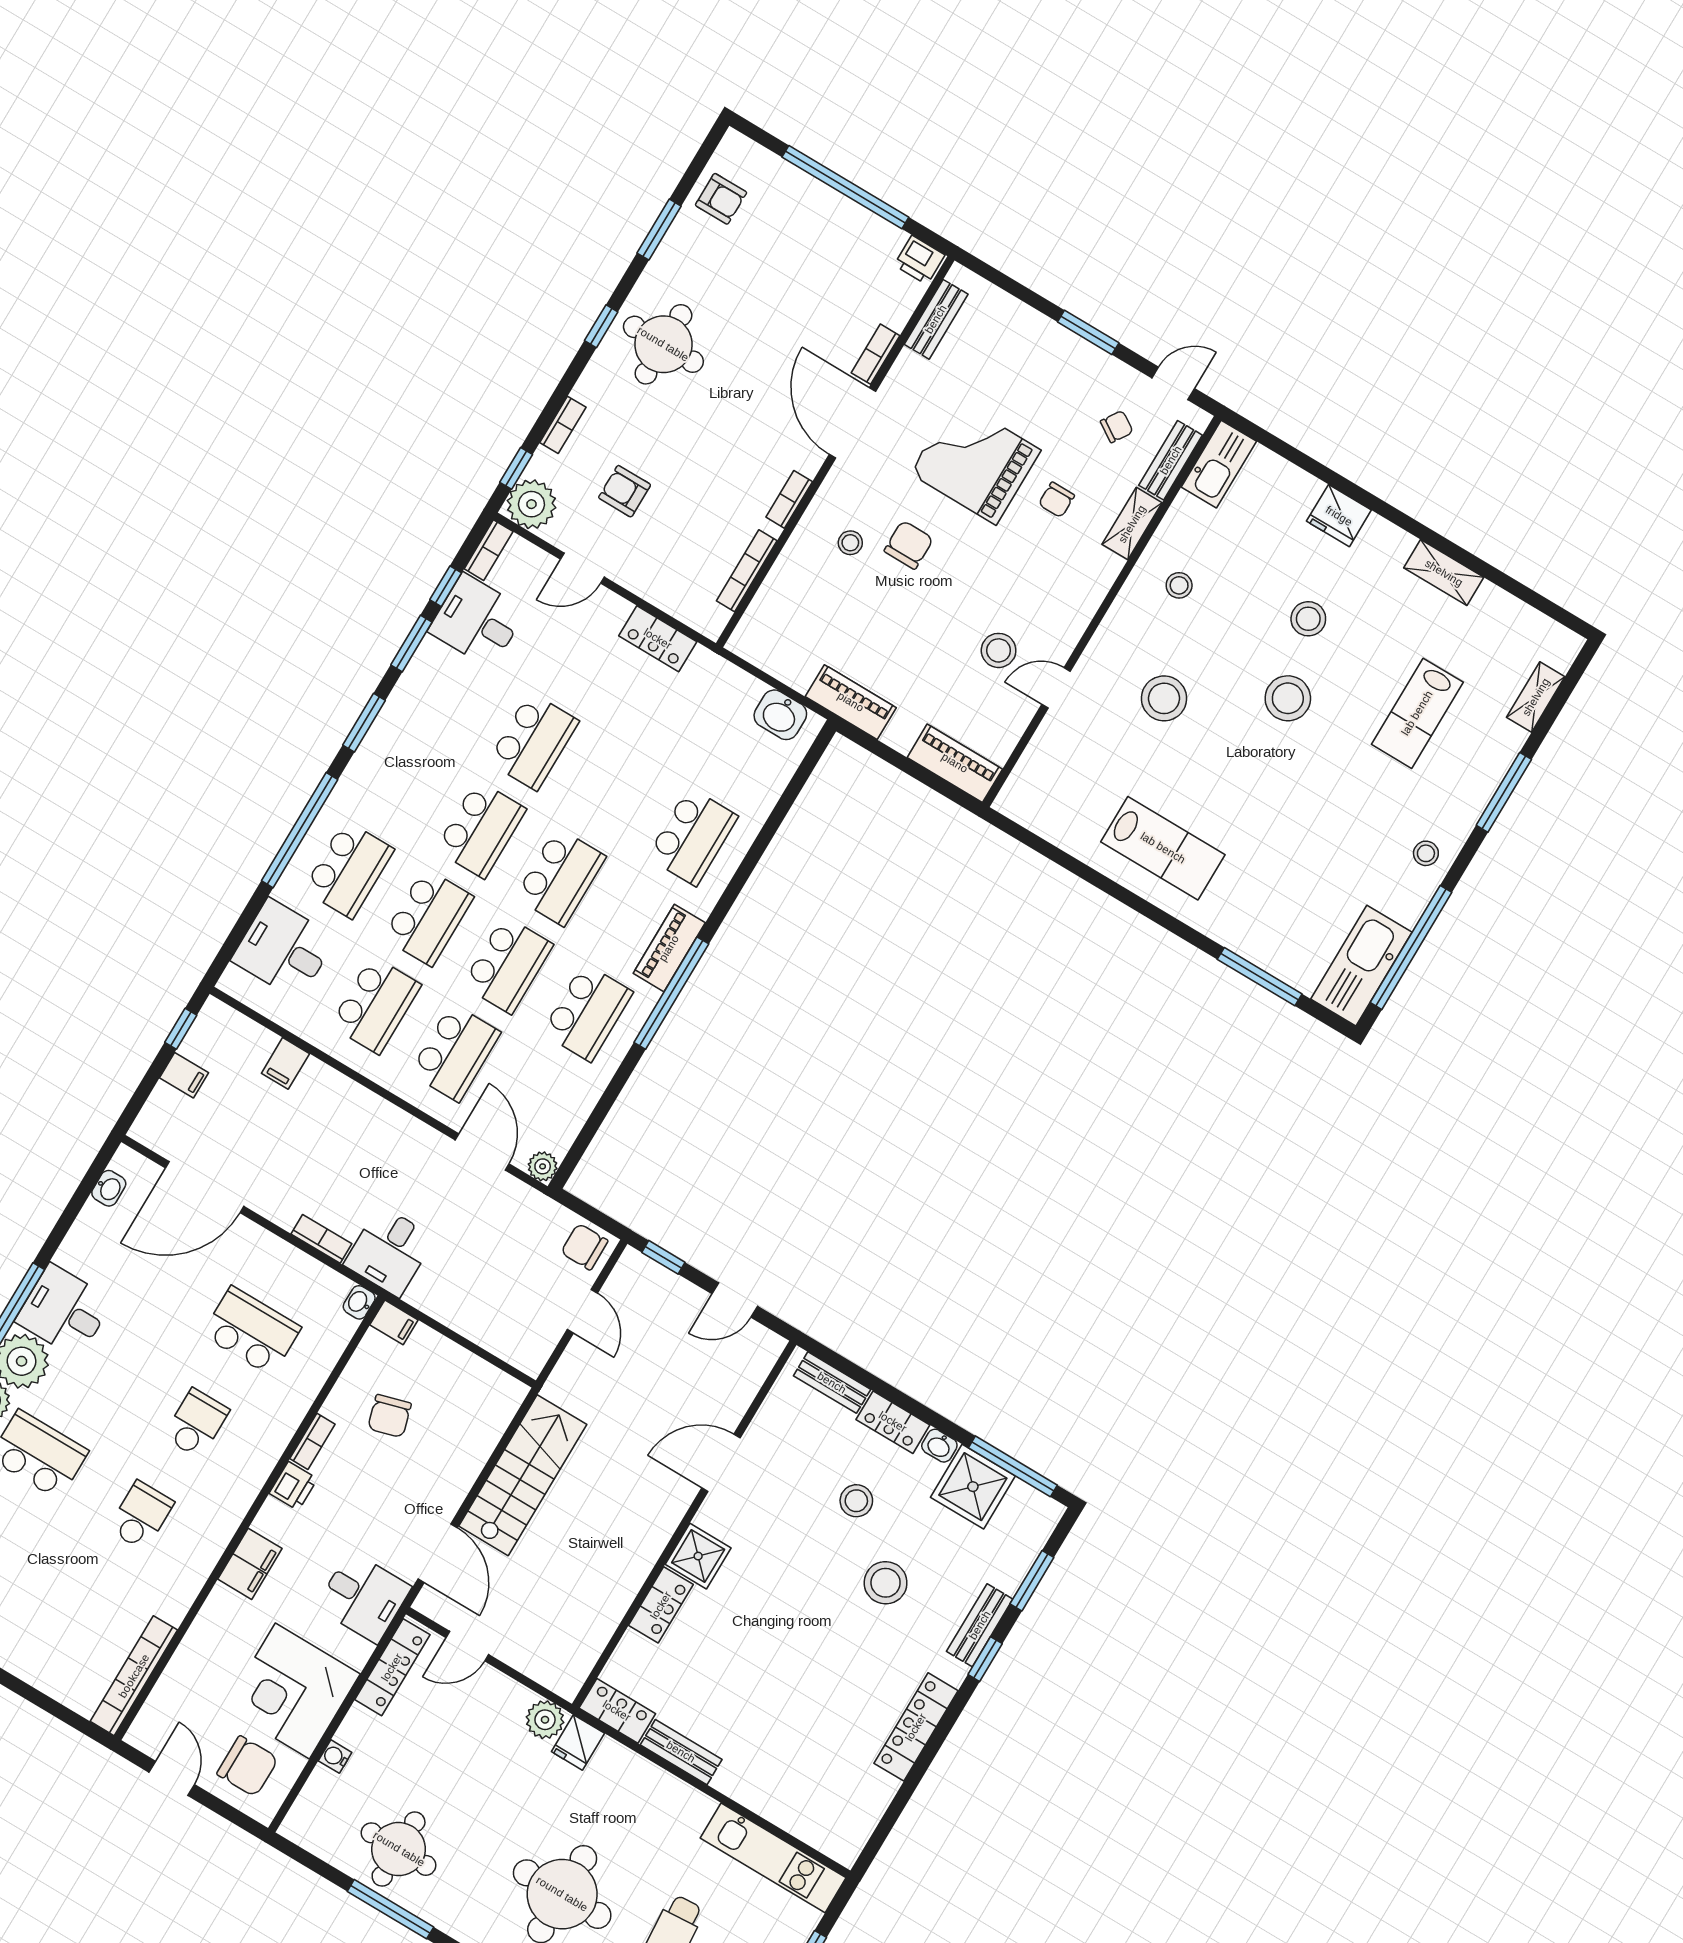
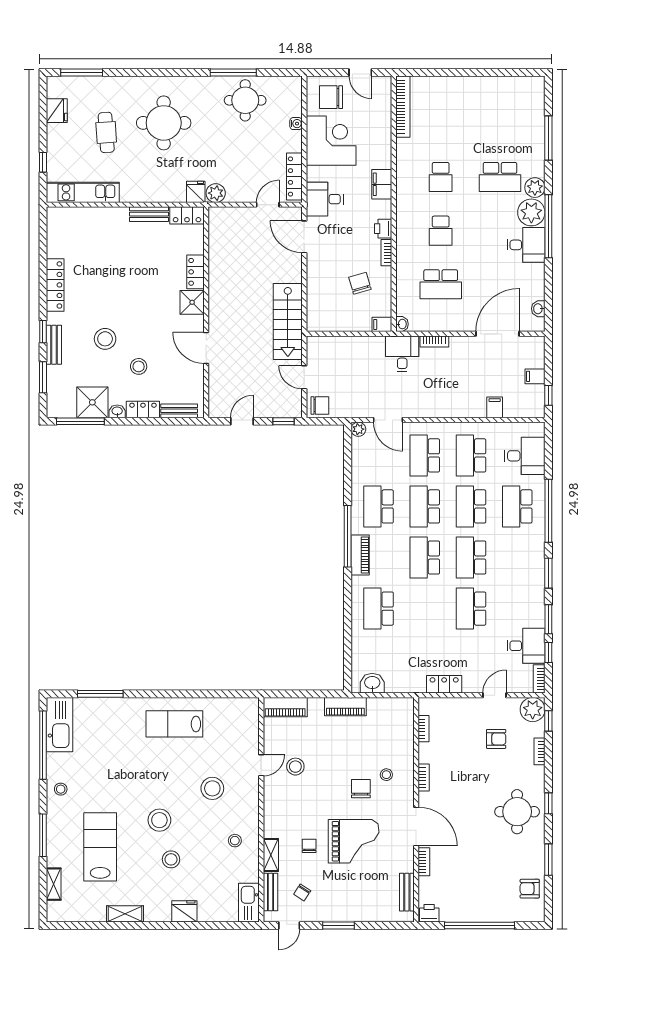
chair: (909, 545) -> (361, 789), turned 180
bookcase: (747, 571) -> (423, 729), width x0.64
lab bench: (1417, 713) -> (100, 847), width x1.36, depth x1.39
door: (721, 1463) -> (206, 348), swing flipped
stairs: (523, 1475) -> (288, 321), moved

